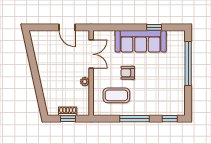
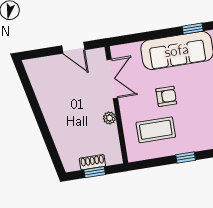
armchair: (128, 73) -> (166, 96), turned 180
window: (134, 119) -> (186, 158), width x0.46

